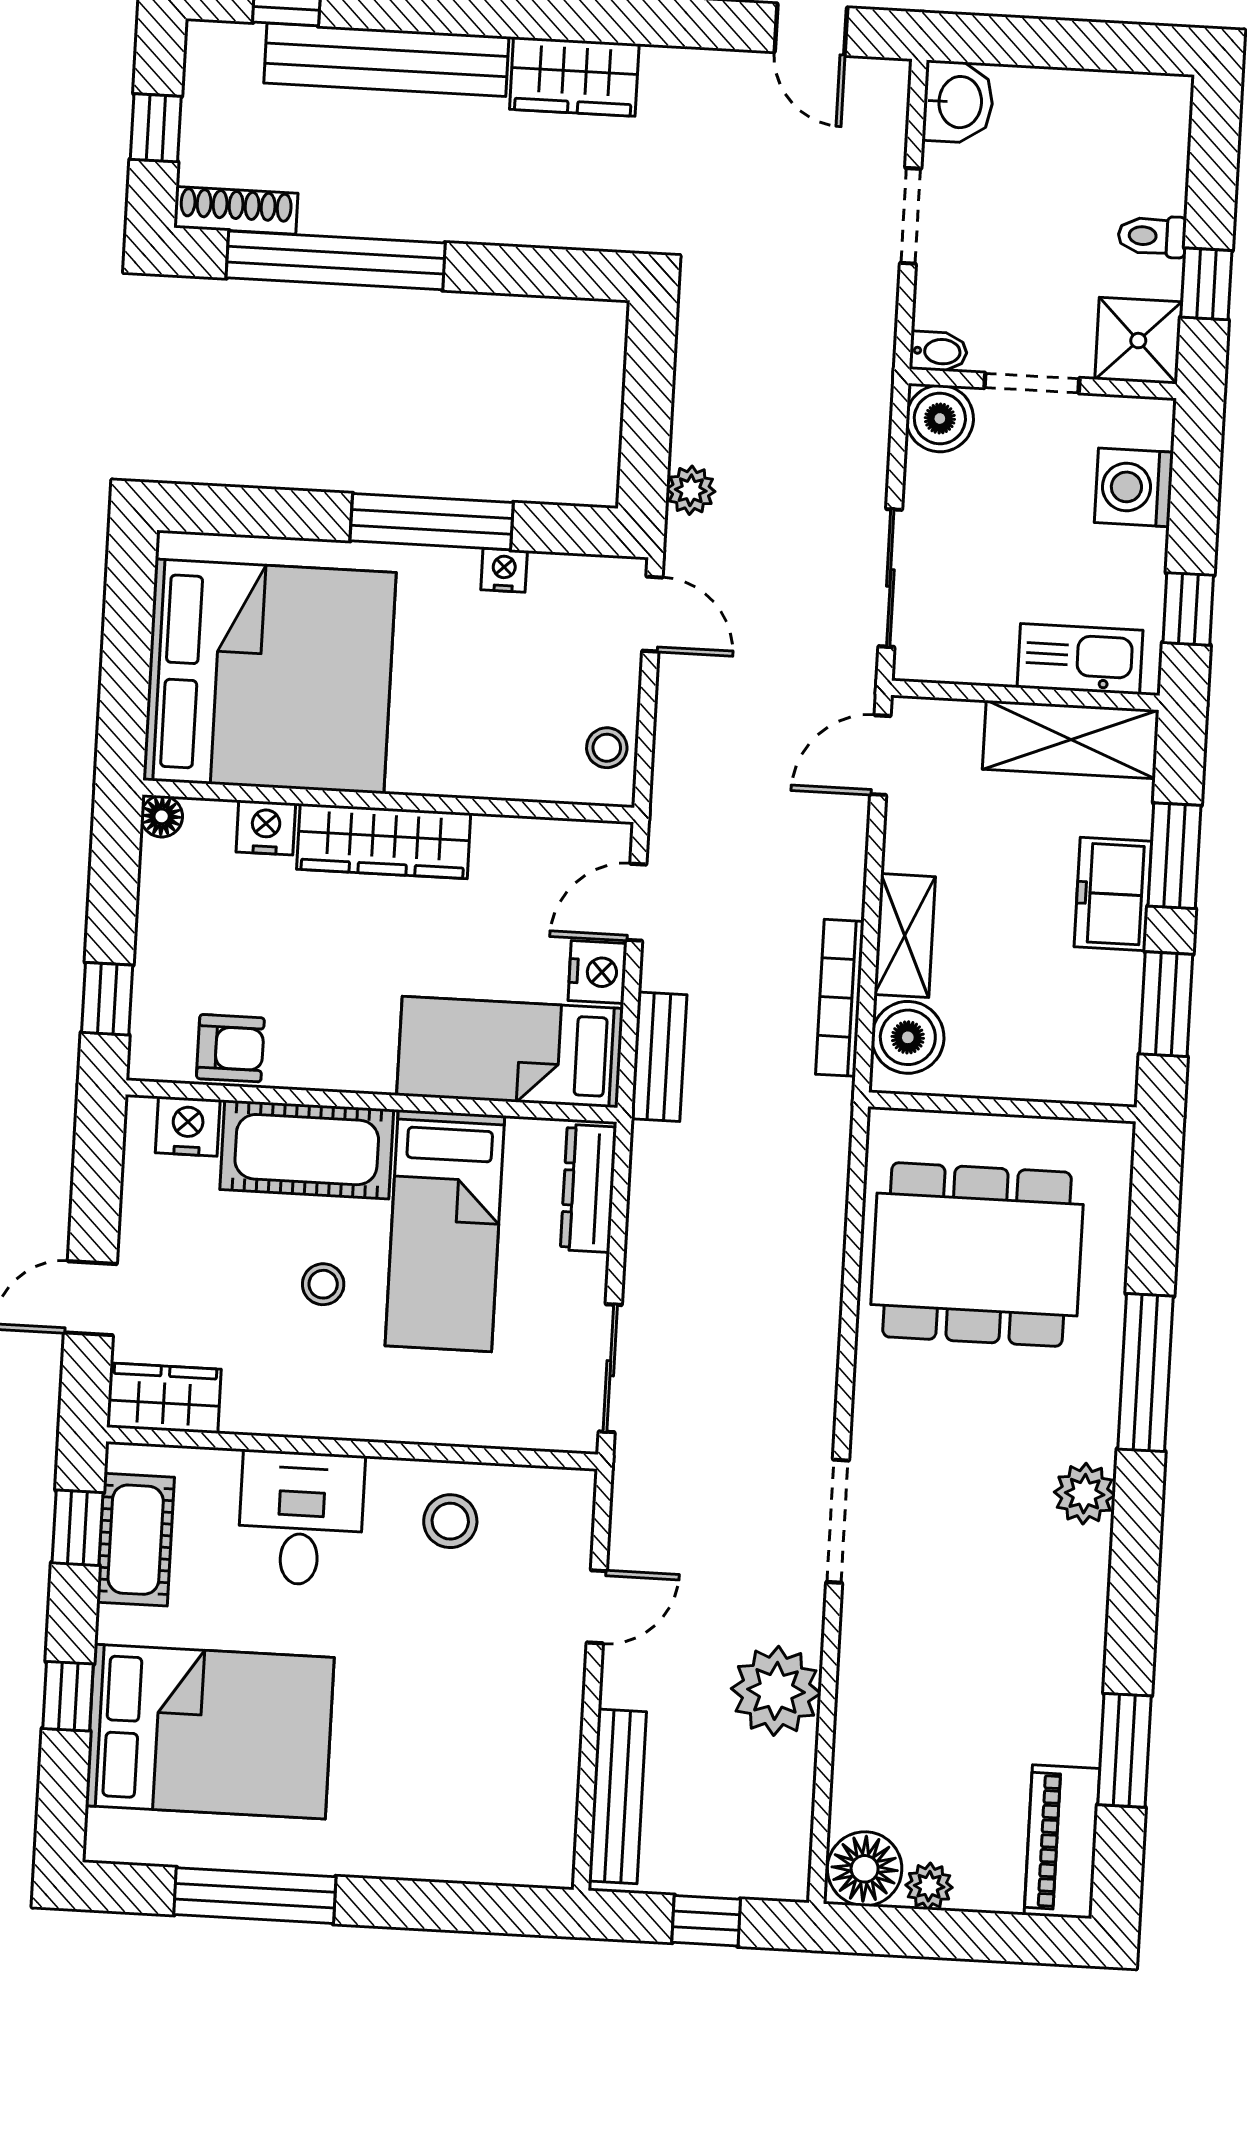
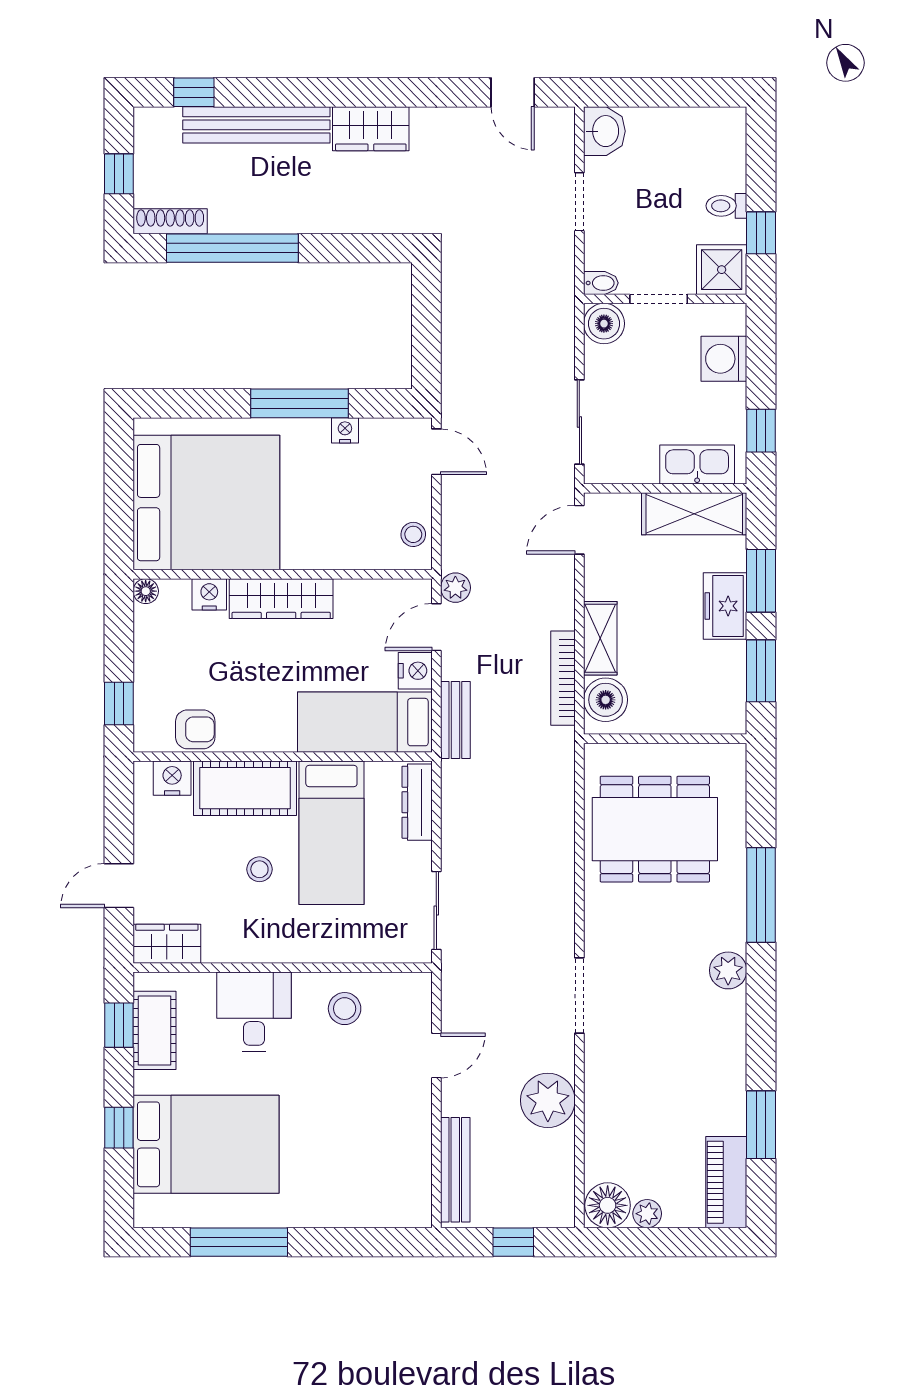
plant: (691, 490) -> (455, 588), moved

